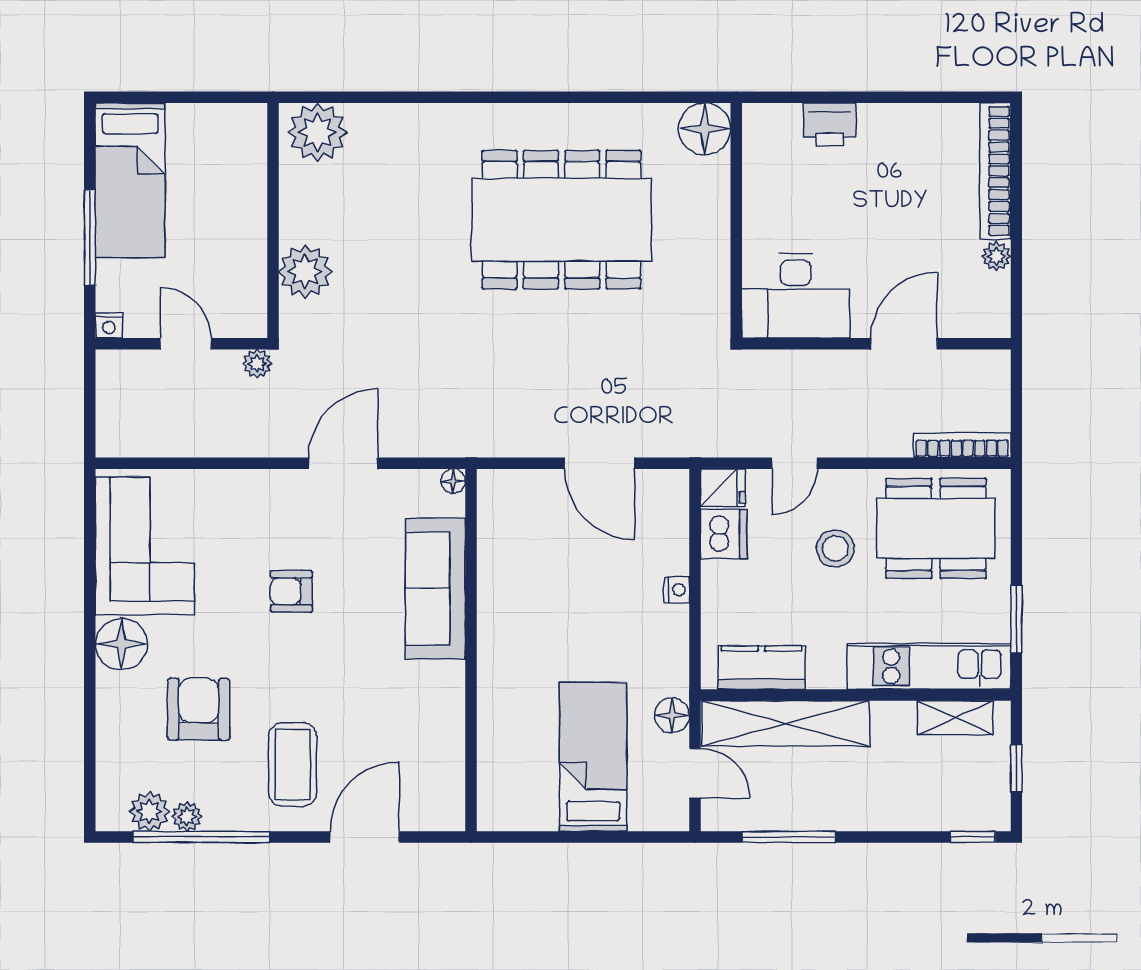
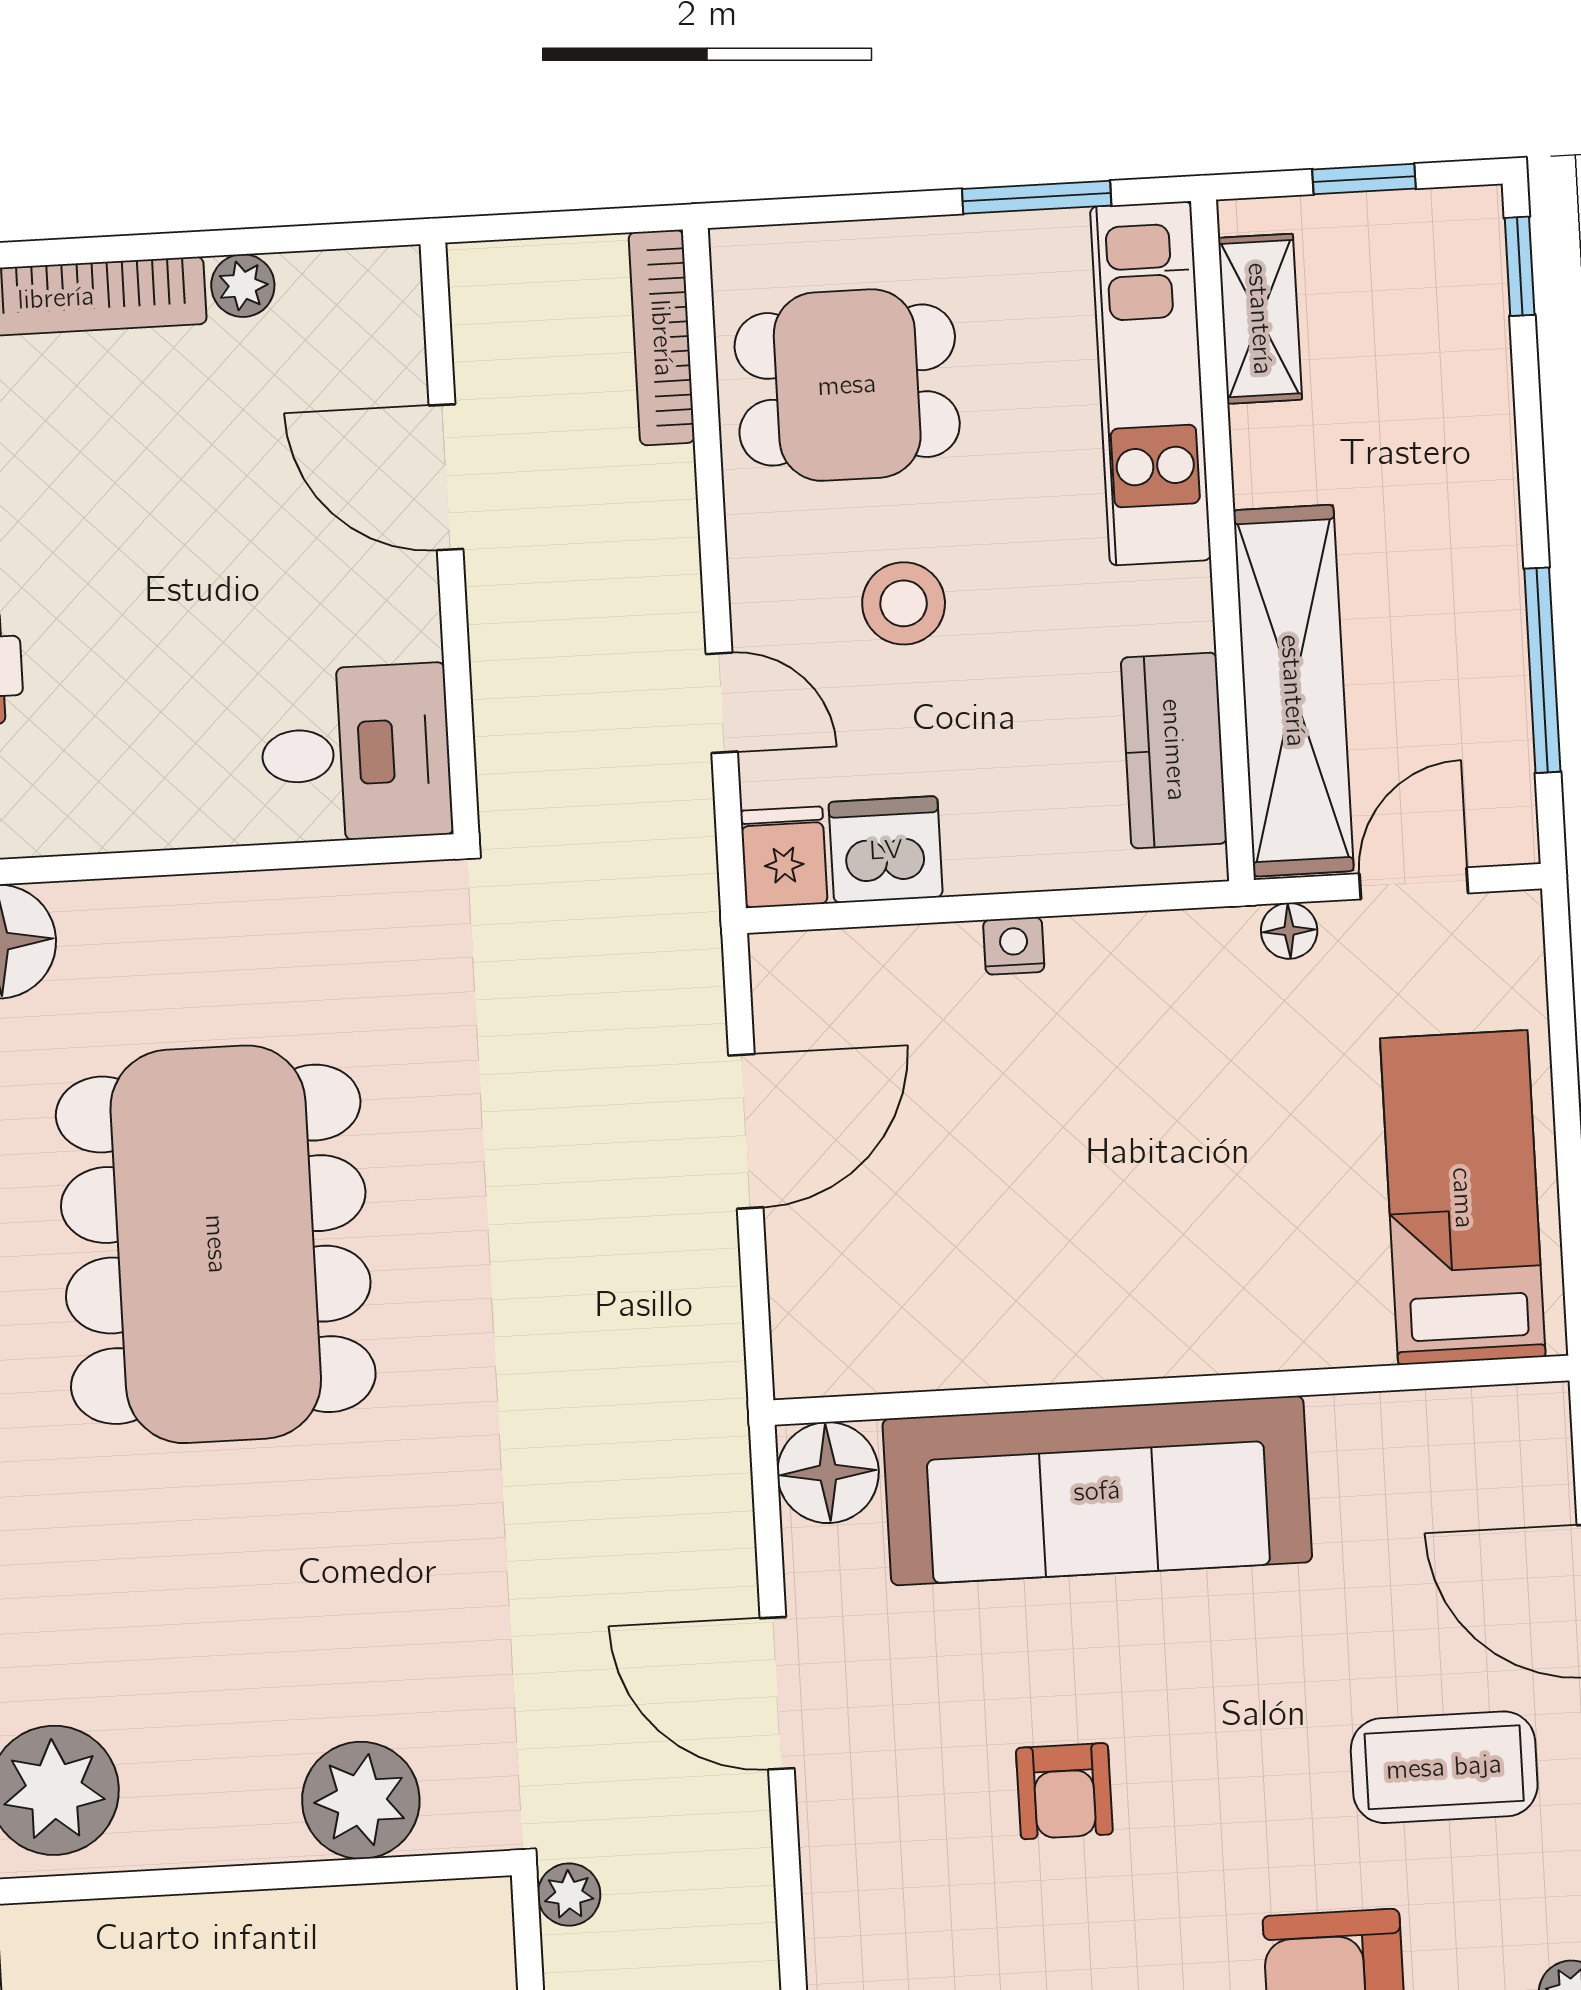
desk: (796, 296) -> (356, 753), width x0.73
floor lamp: (453, 481) -> (828, 1473), width x1.89, depth x1.89
dining table: (936, 528) -> (847, 385), width x0.73
sofa: (435, 589) -> (1097, 1491), width x1.36, depth x1.27
floor lamp: (672, 715) -> (1289, 931), width x0.73, depth x0.73
bed: (593, 757) -> (1463, 1198), moved, turned 90

